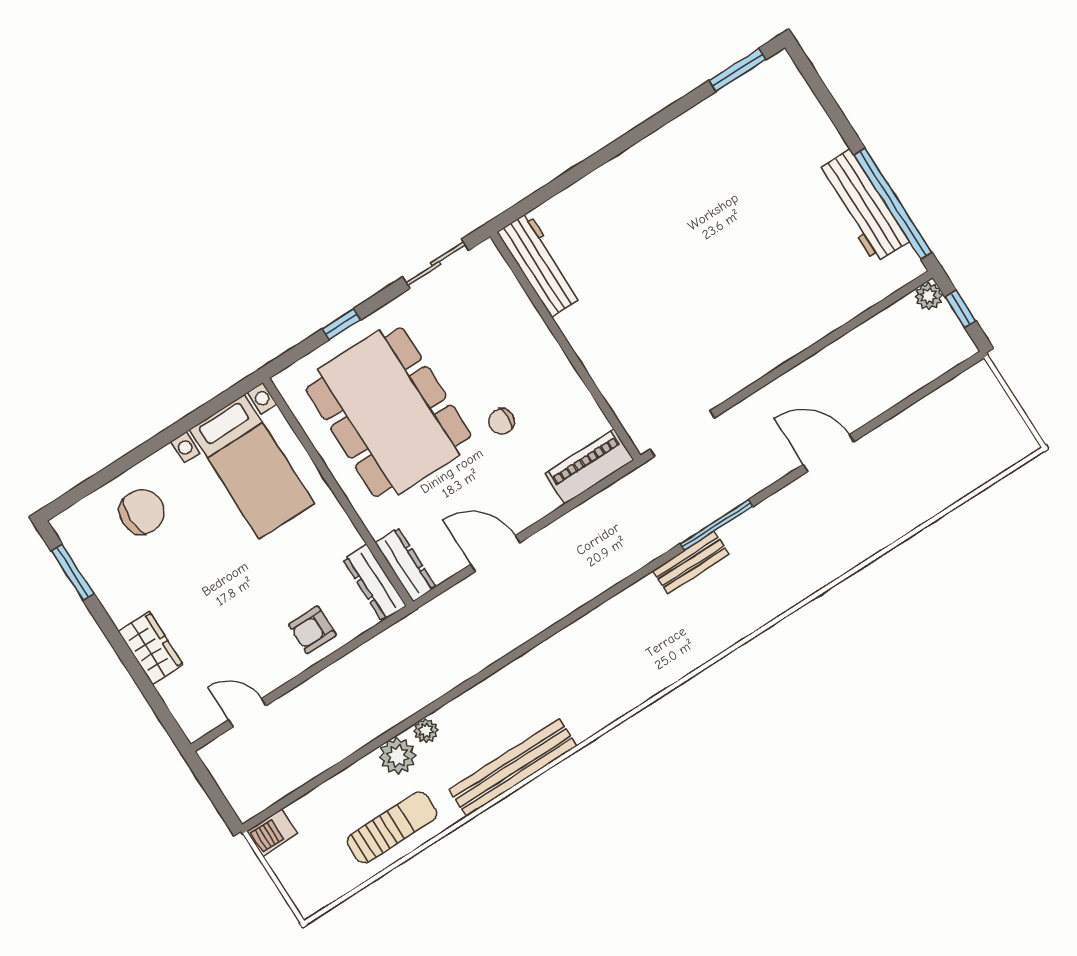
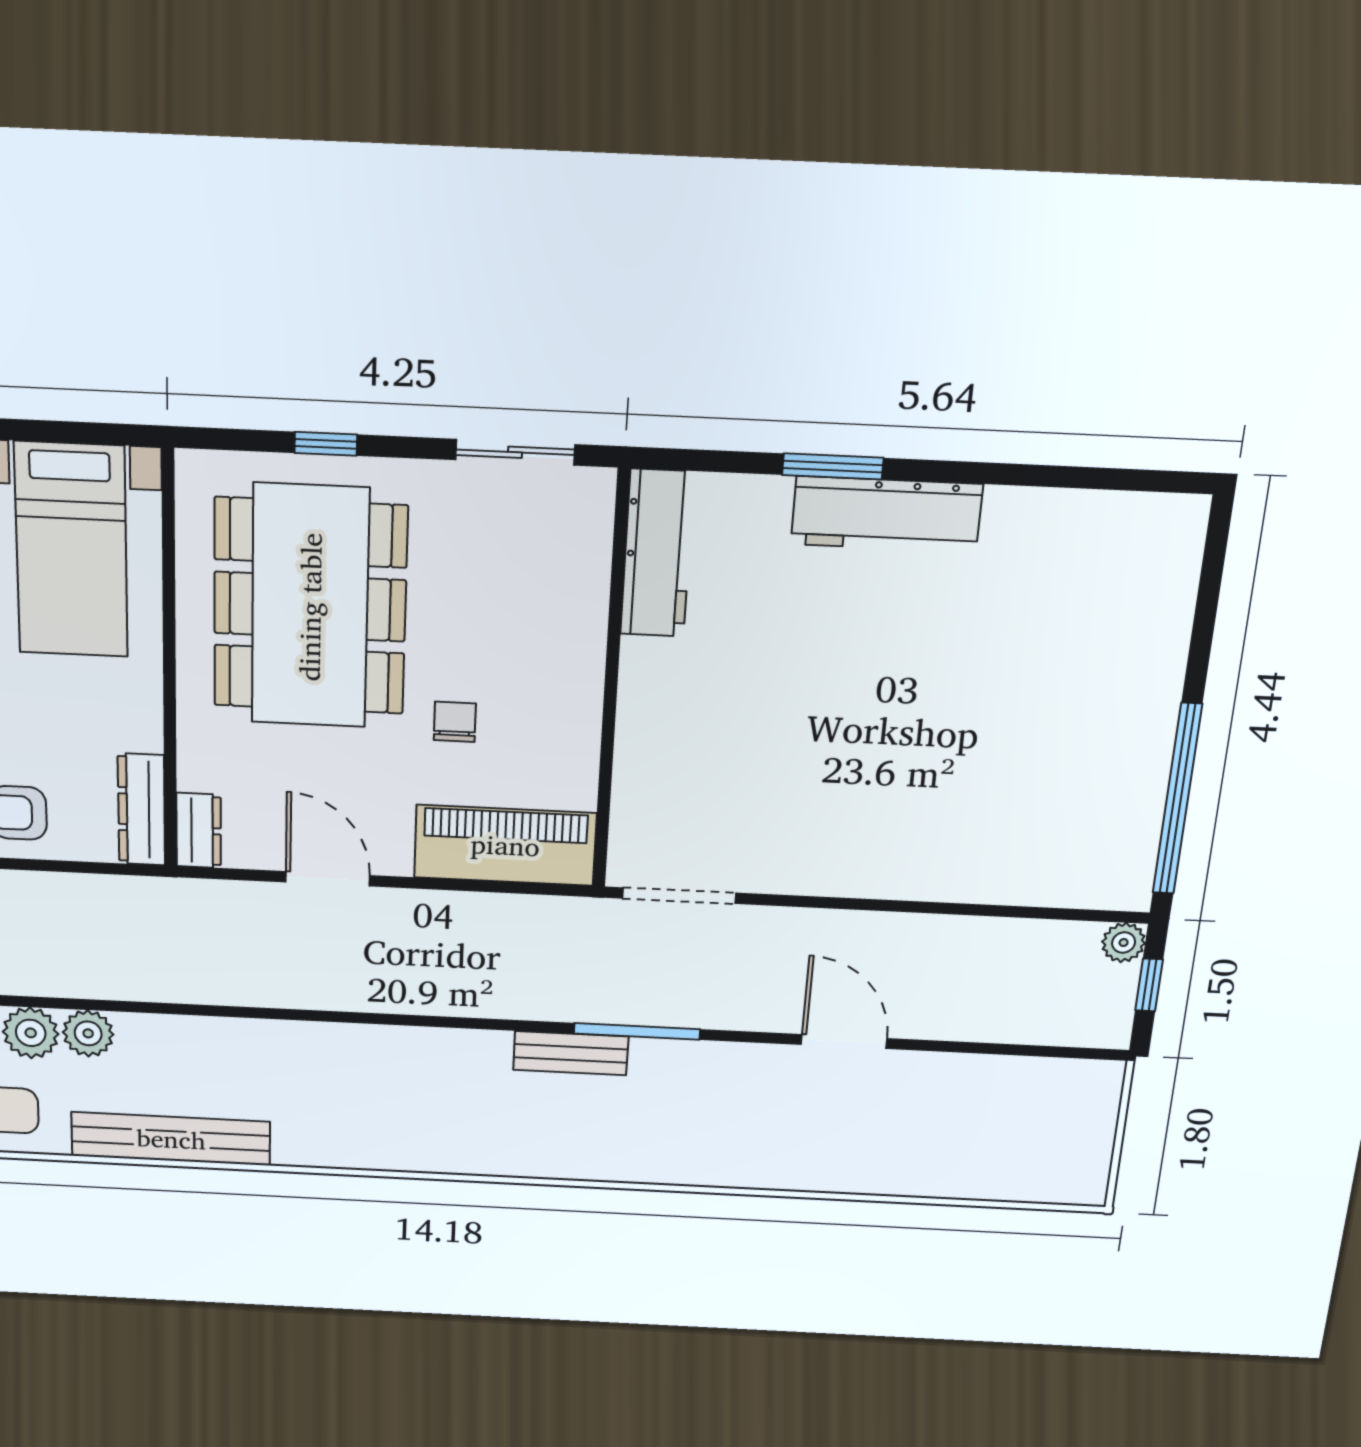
window: (737, 70) -> (833, 466), moved
workbench: (862, 206) -> (887, 514), moved, turned -90
chair: (502, 421) -> (455, 722), turned 90
piano: (589, 467) -> (505, 845), width x1.37, depth x1.33
dresser: (405, 565) -> (199, 831), width x0.70
plant: (426, 731) -> (88, 1033), width x1.38, depth x1.38

